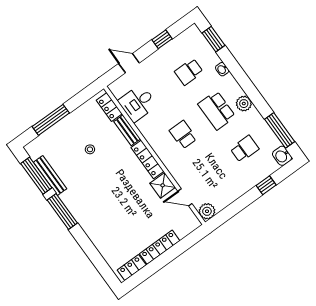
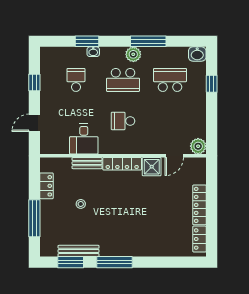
window: (214, 39) -> (87, 41), moved
school desk: (189, 72) -> (76, 80), turned 180
desk: (138, 103) -> (84, 139), moved
locker: (109, 107) -> (46, 186), moved, turned -90
window: (280, 130) -> (148, 41), moved
school desk: (245, 149) -> (170, 80), width x1.85
window: (36, 176) -> (71, 262), width x0.69

